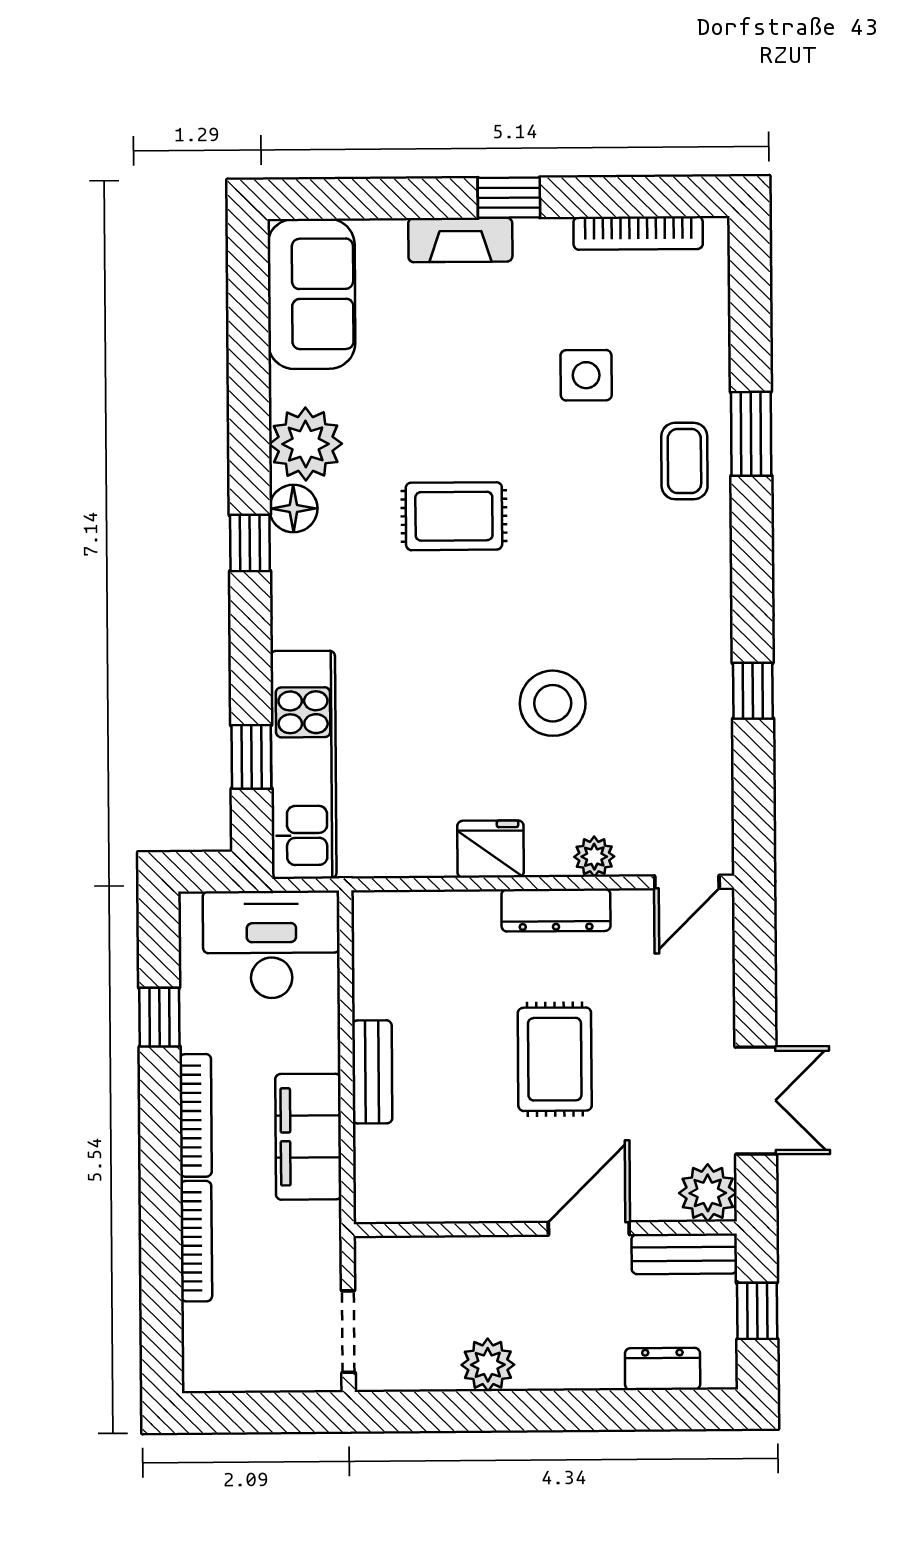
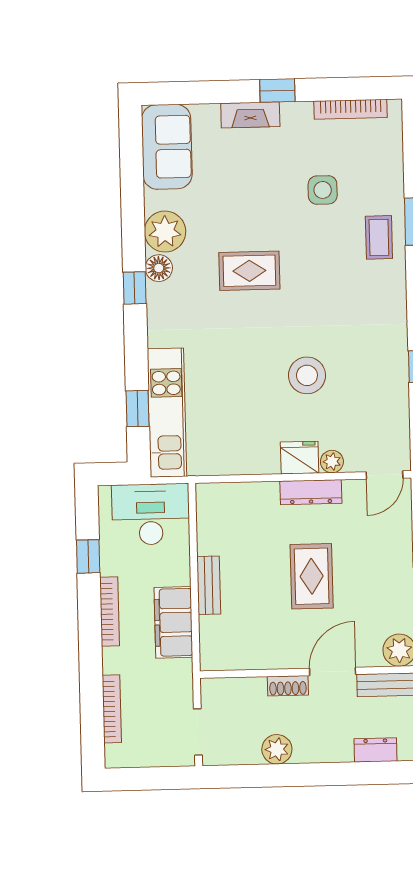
fridge: (491, 849) -> (300, 458), moved
bookcase: (196, 1241) -> (112, 709), moved
shoe rack: (509, 1252) -> (288, 686), added

